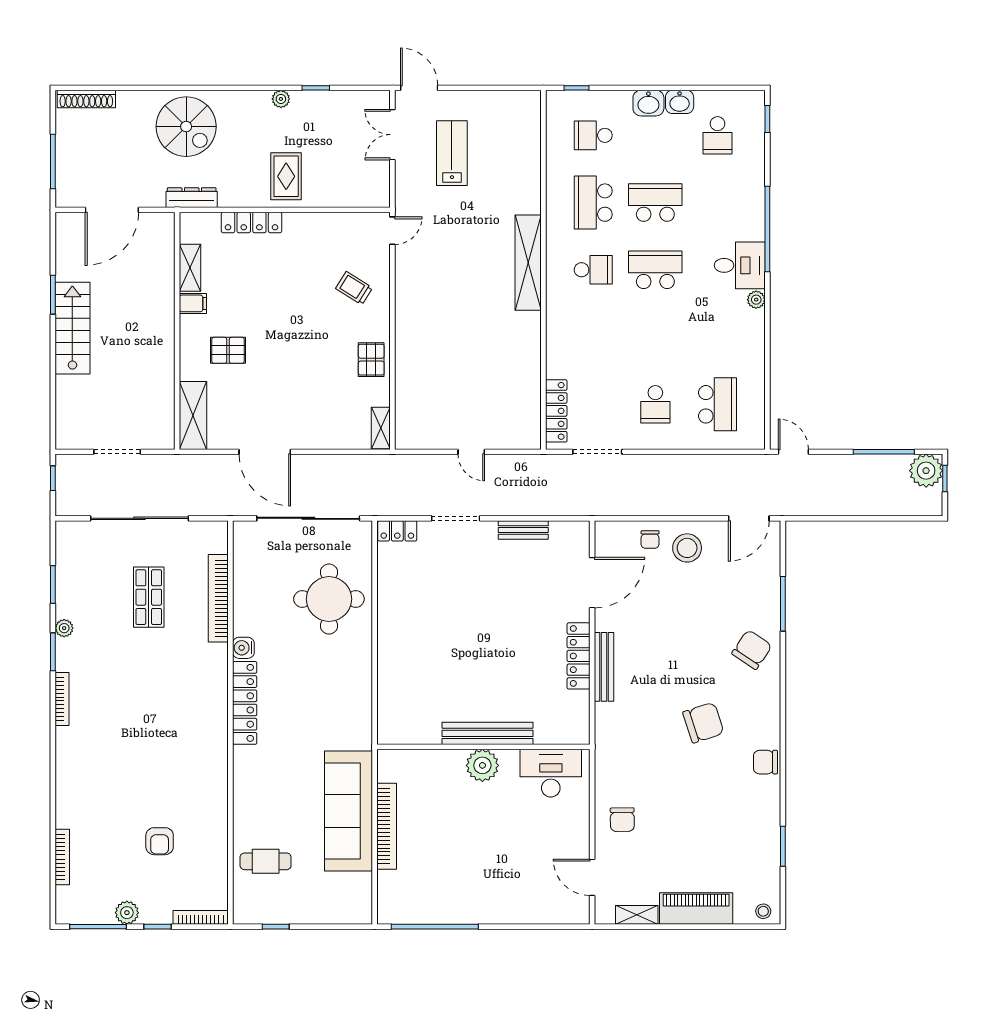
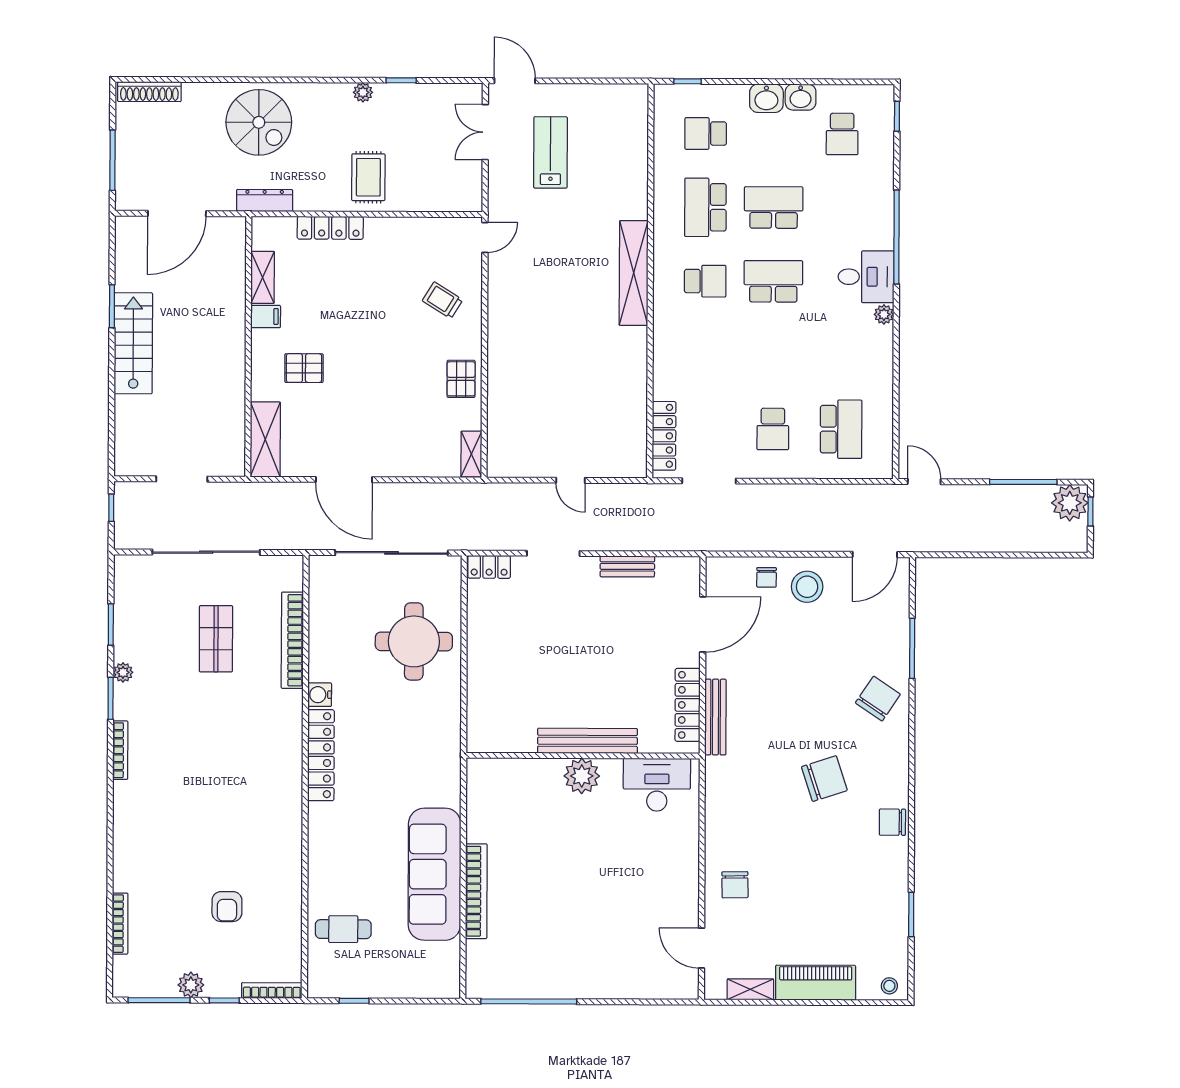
bench: (487, 733) -> (587, 741), moved
wall: (483, 747) -> (583, 756), moved
plant: (482, 765) -> (582, 776), moved
desk: (551, 773) -> (657, 785), moved

